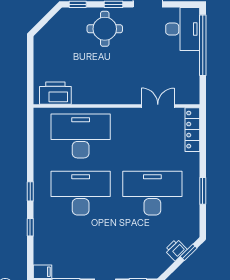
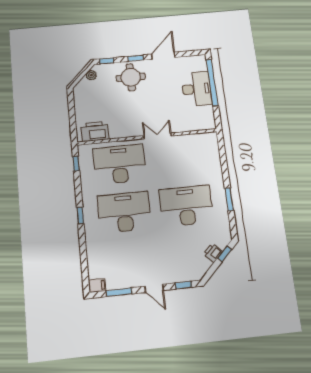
plant: (57, 21) -> (91, 75), added
desk: (183, 29) -> (197, 89), moved
double door: (158, 106) -> (158, 136), moved
locker: (192, 130) -> (213, 150), removed
window: (30, 227) -> (76, 164), moved

